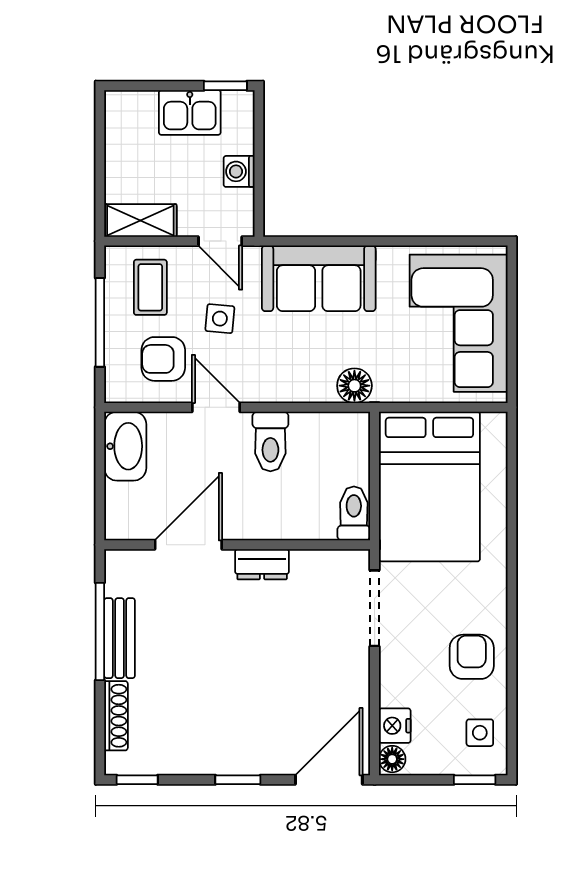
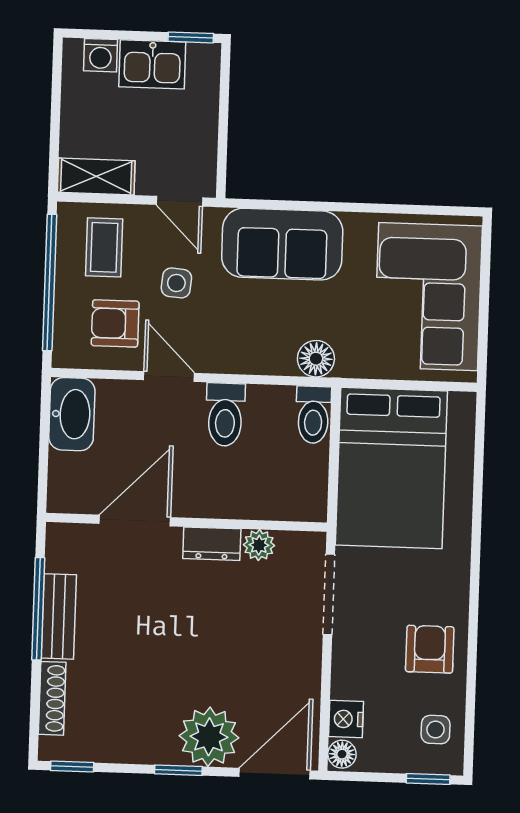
washing machine: (239, 171) -> (100, 55), moved, turned -90
window: (100, 322) -> (50, 282), width x1.46
toilet: (354, 513) -> (313, 415), moved, turned 180
plant: (307, 564) -> (259, 545), added
plant: (266, 747) -> (209, 737), added

